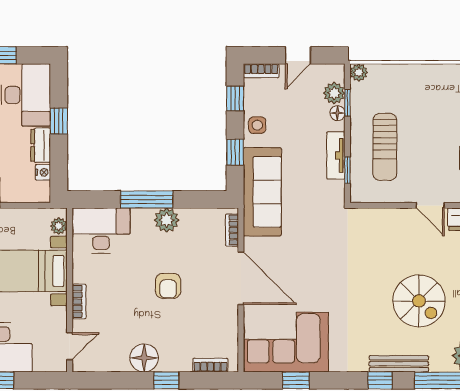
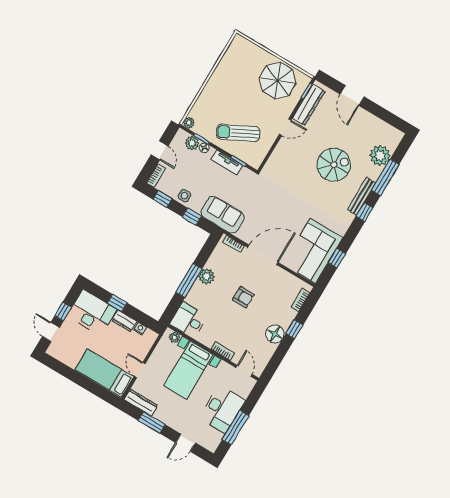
sun lounger: (385, 147) -> (238, 133), turned 153
sofa: (262, 192) -> (223, 215), width x0.73
desk: (101, 231) -> (188, 320), width x0.73

